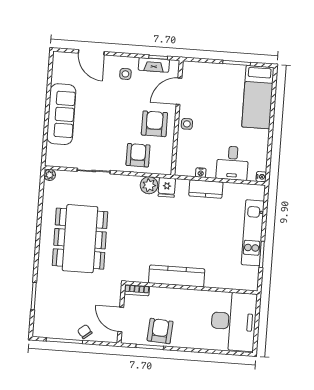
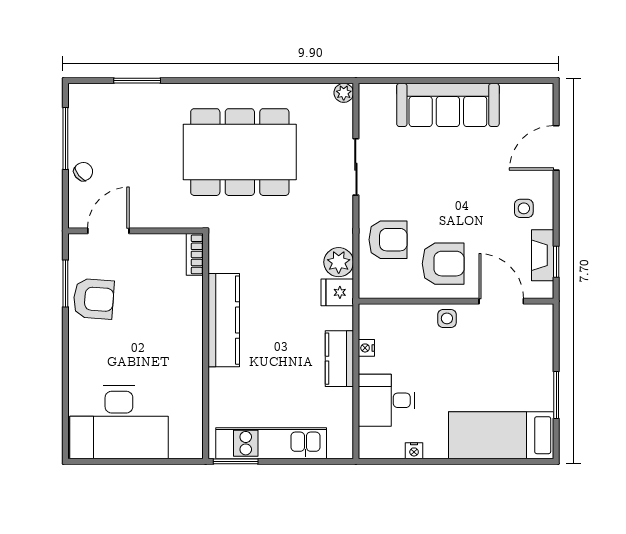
nightstand: (261, 177) -> (414, 451), moved
kitchen counter: (177, 276) -> (224, 320), moved
wall: (191, 288) -> (206, 346), moved
bookcase: (137, 290) -> (195, 254), moved

